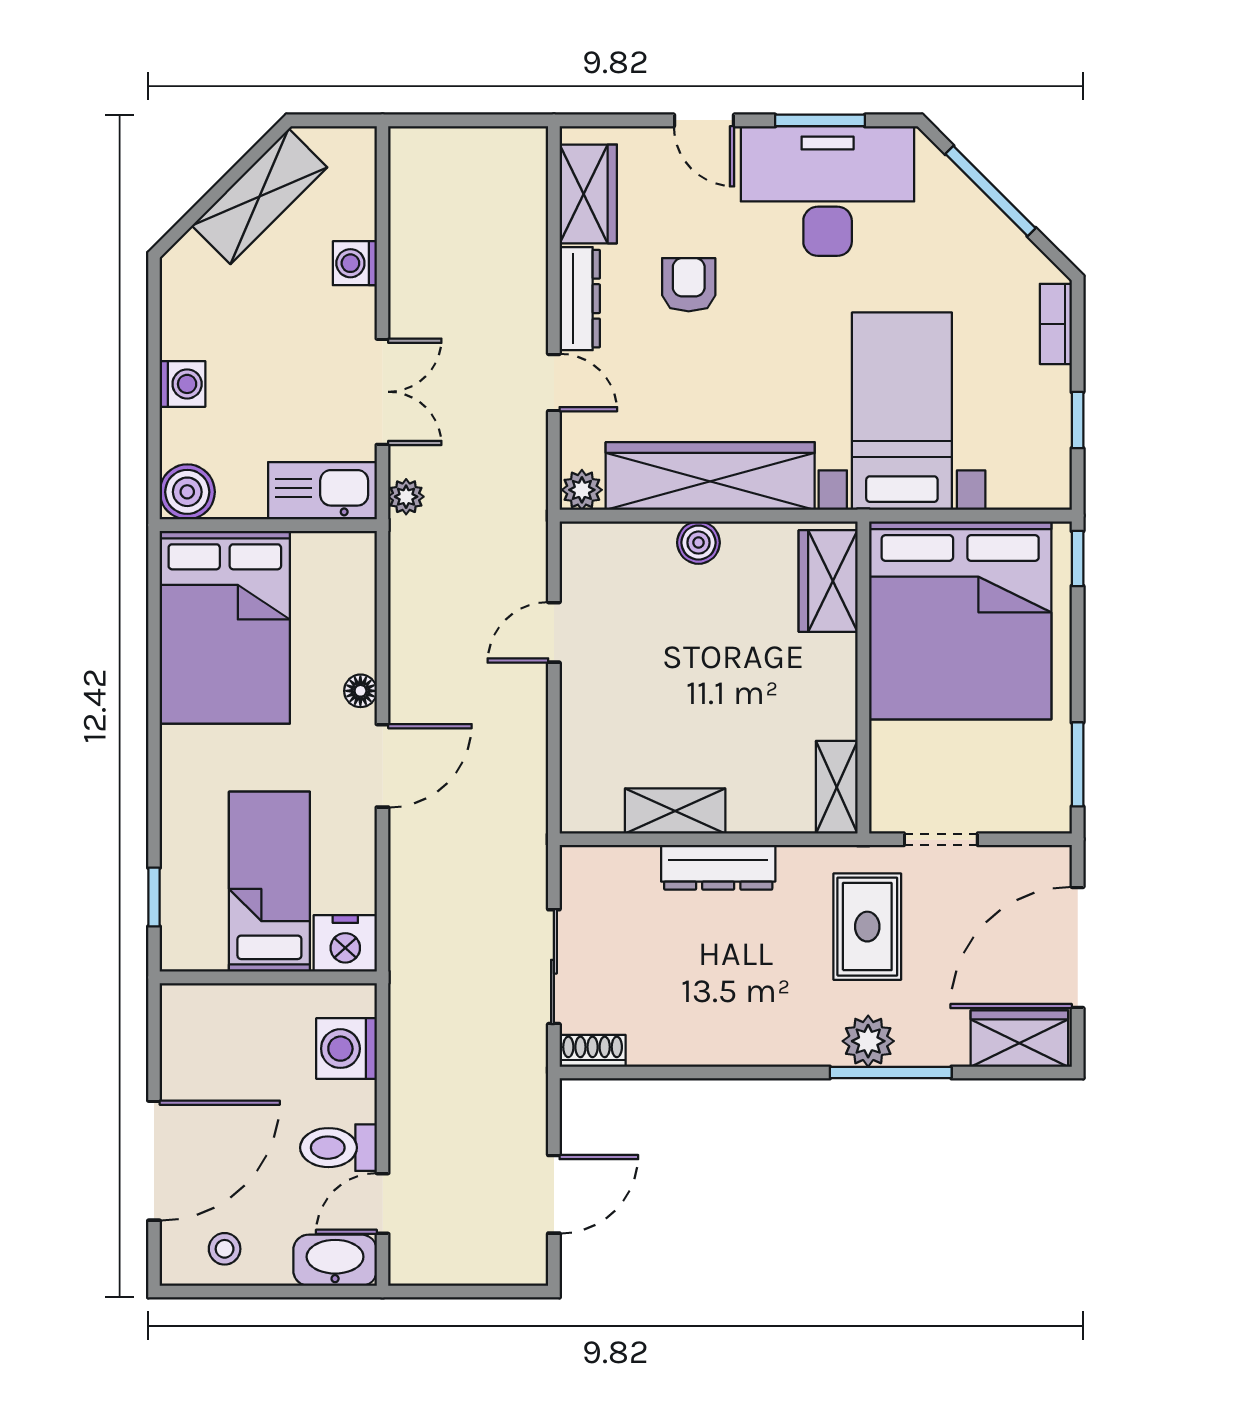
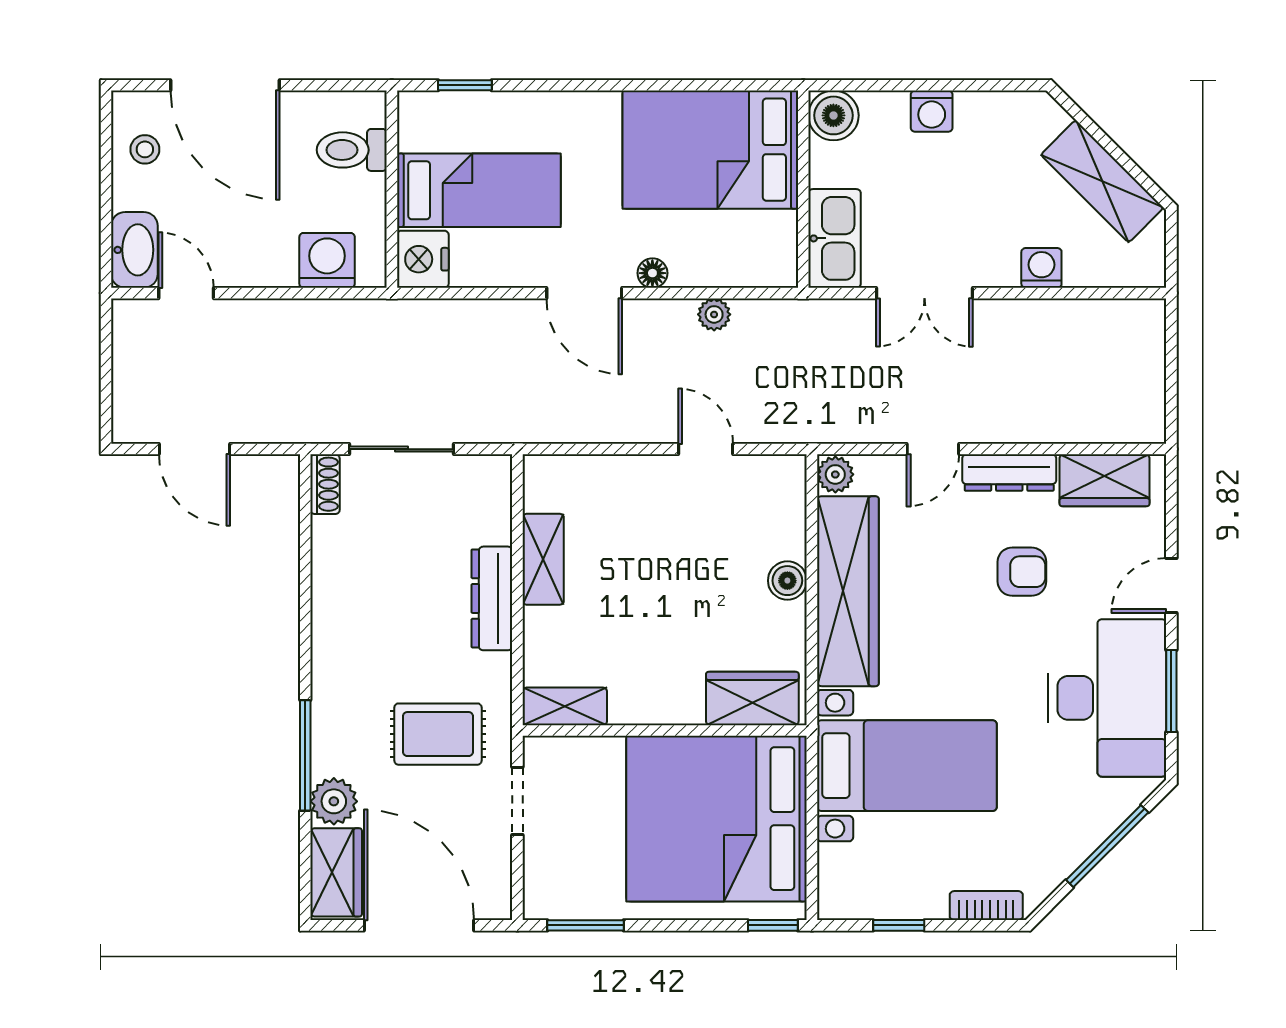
plant: (406, 497) -> (714, 314), moved
plant: (868, 1041) -> (334, 801), moved
toilet: (338, 1148) -> (352, 150), moved, turned -90

